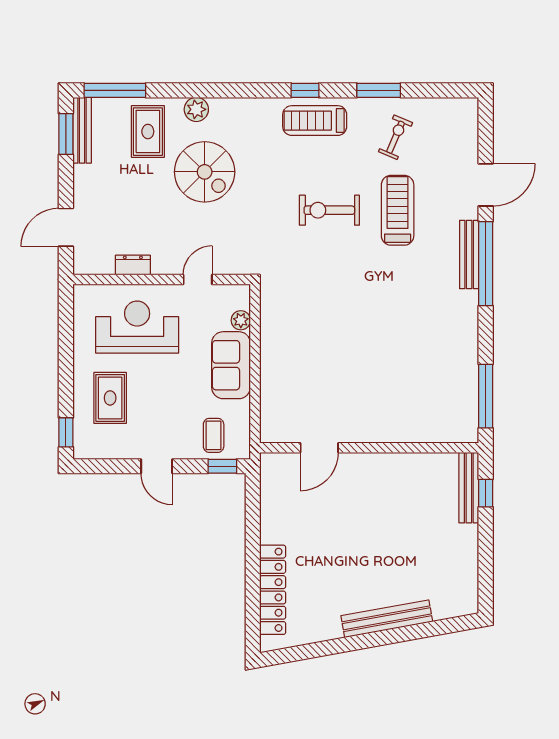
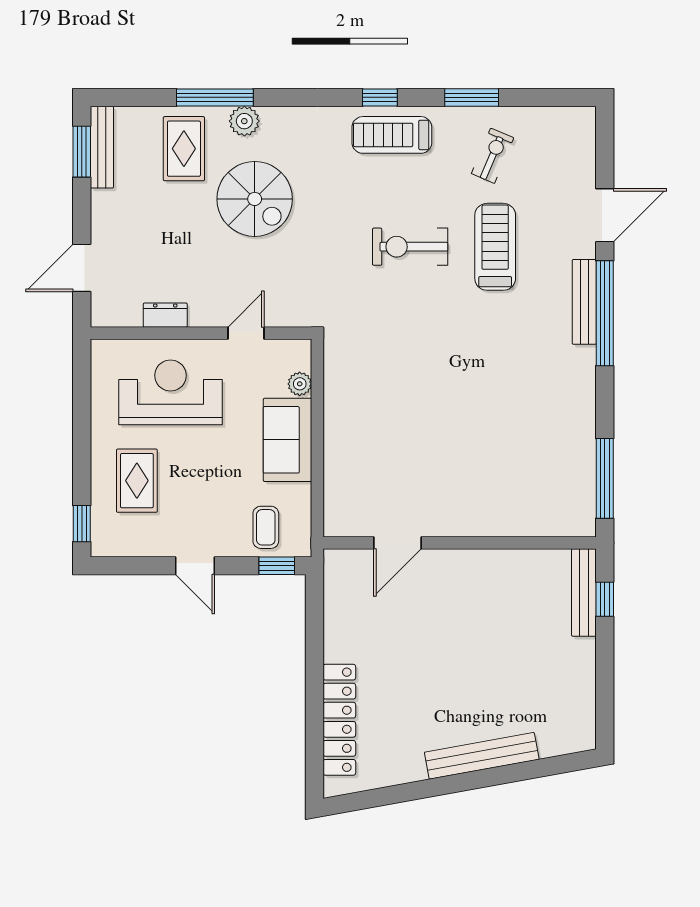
window: (115, 90) -> (215, 97), moved

